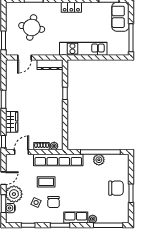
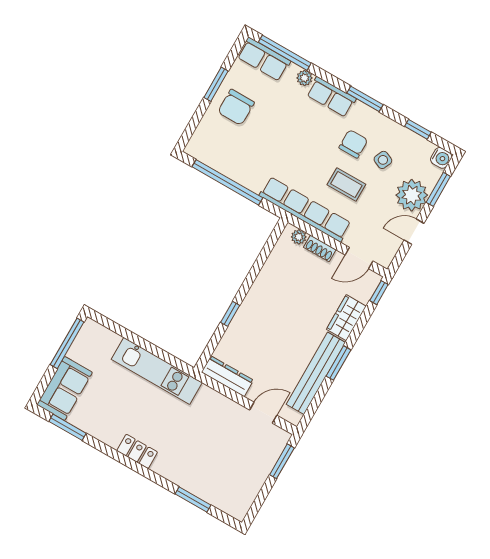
round table: (32, 27) -> (223, 456), removed
bench: (11, 89) -> (316, 373), added
plant: (99, 160) -> (237, 171), removed
chair: (116, 188) -> (236, 107), turned -90
water cooler: (10, 208) -> (441, 158), moved
row of seats: (116, 217) -> (264, 59), added

